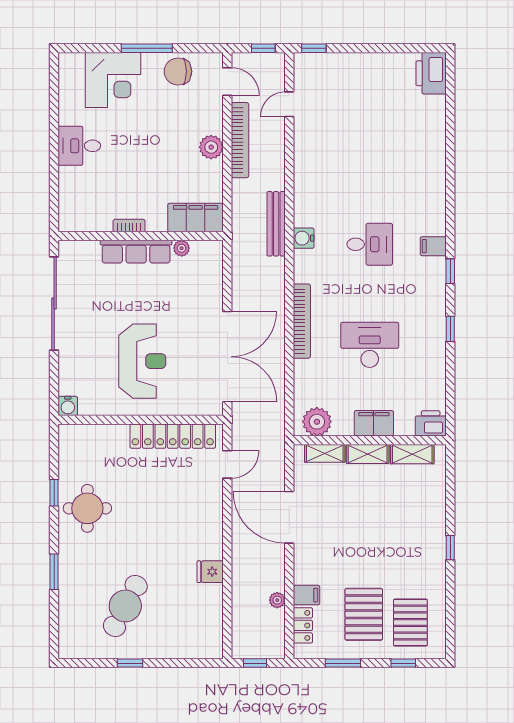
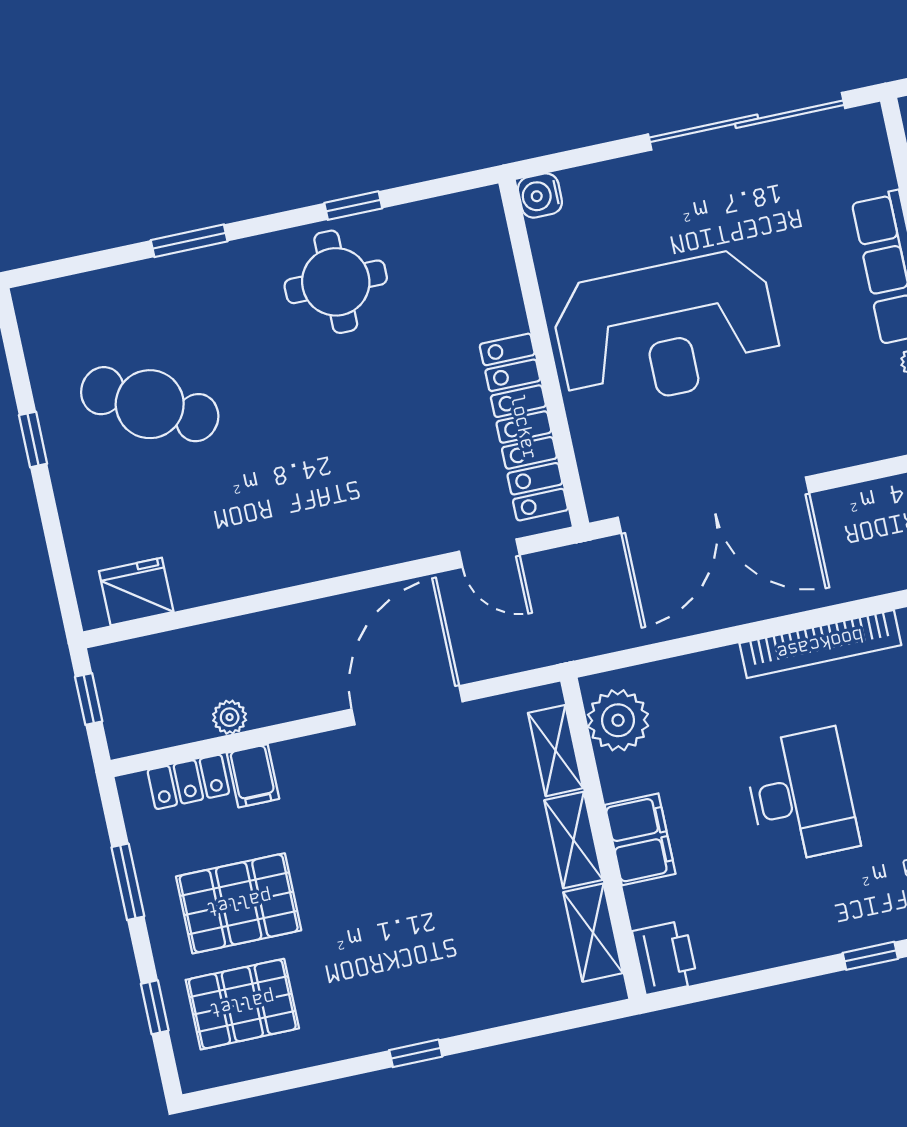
reception desk: (142, 361) -> (666, 330), width x1.36, depth x1.30
fridge: (210, 572) -> (136, 591), moved, width x1.38

